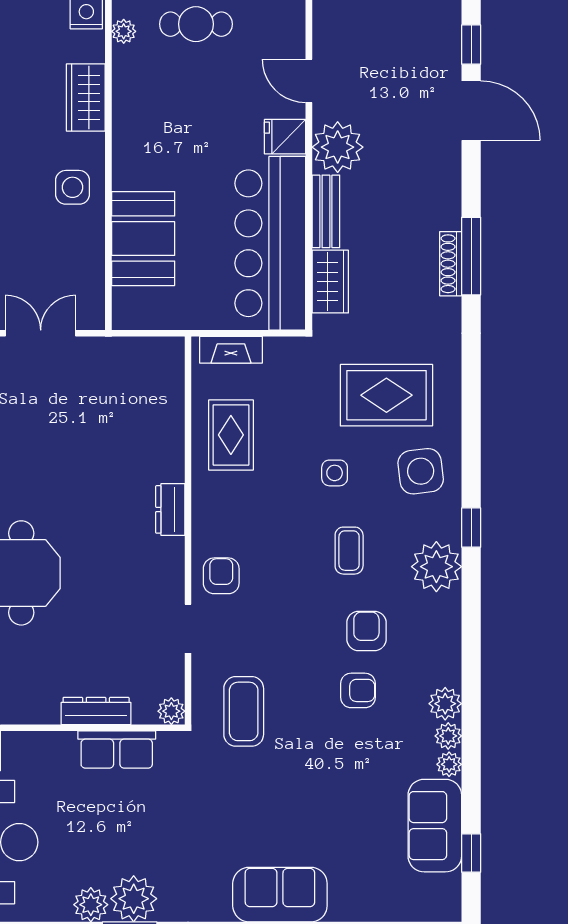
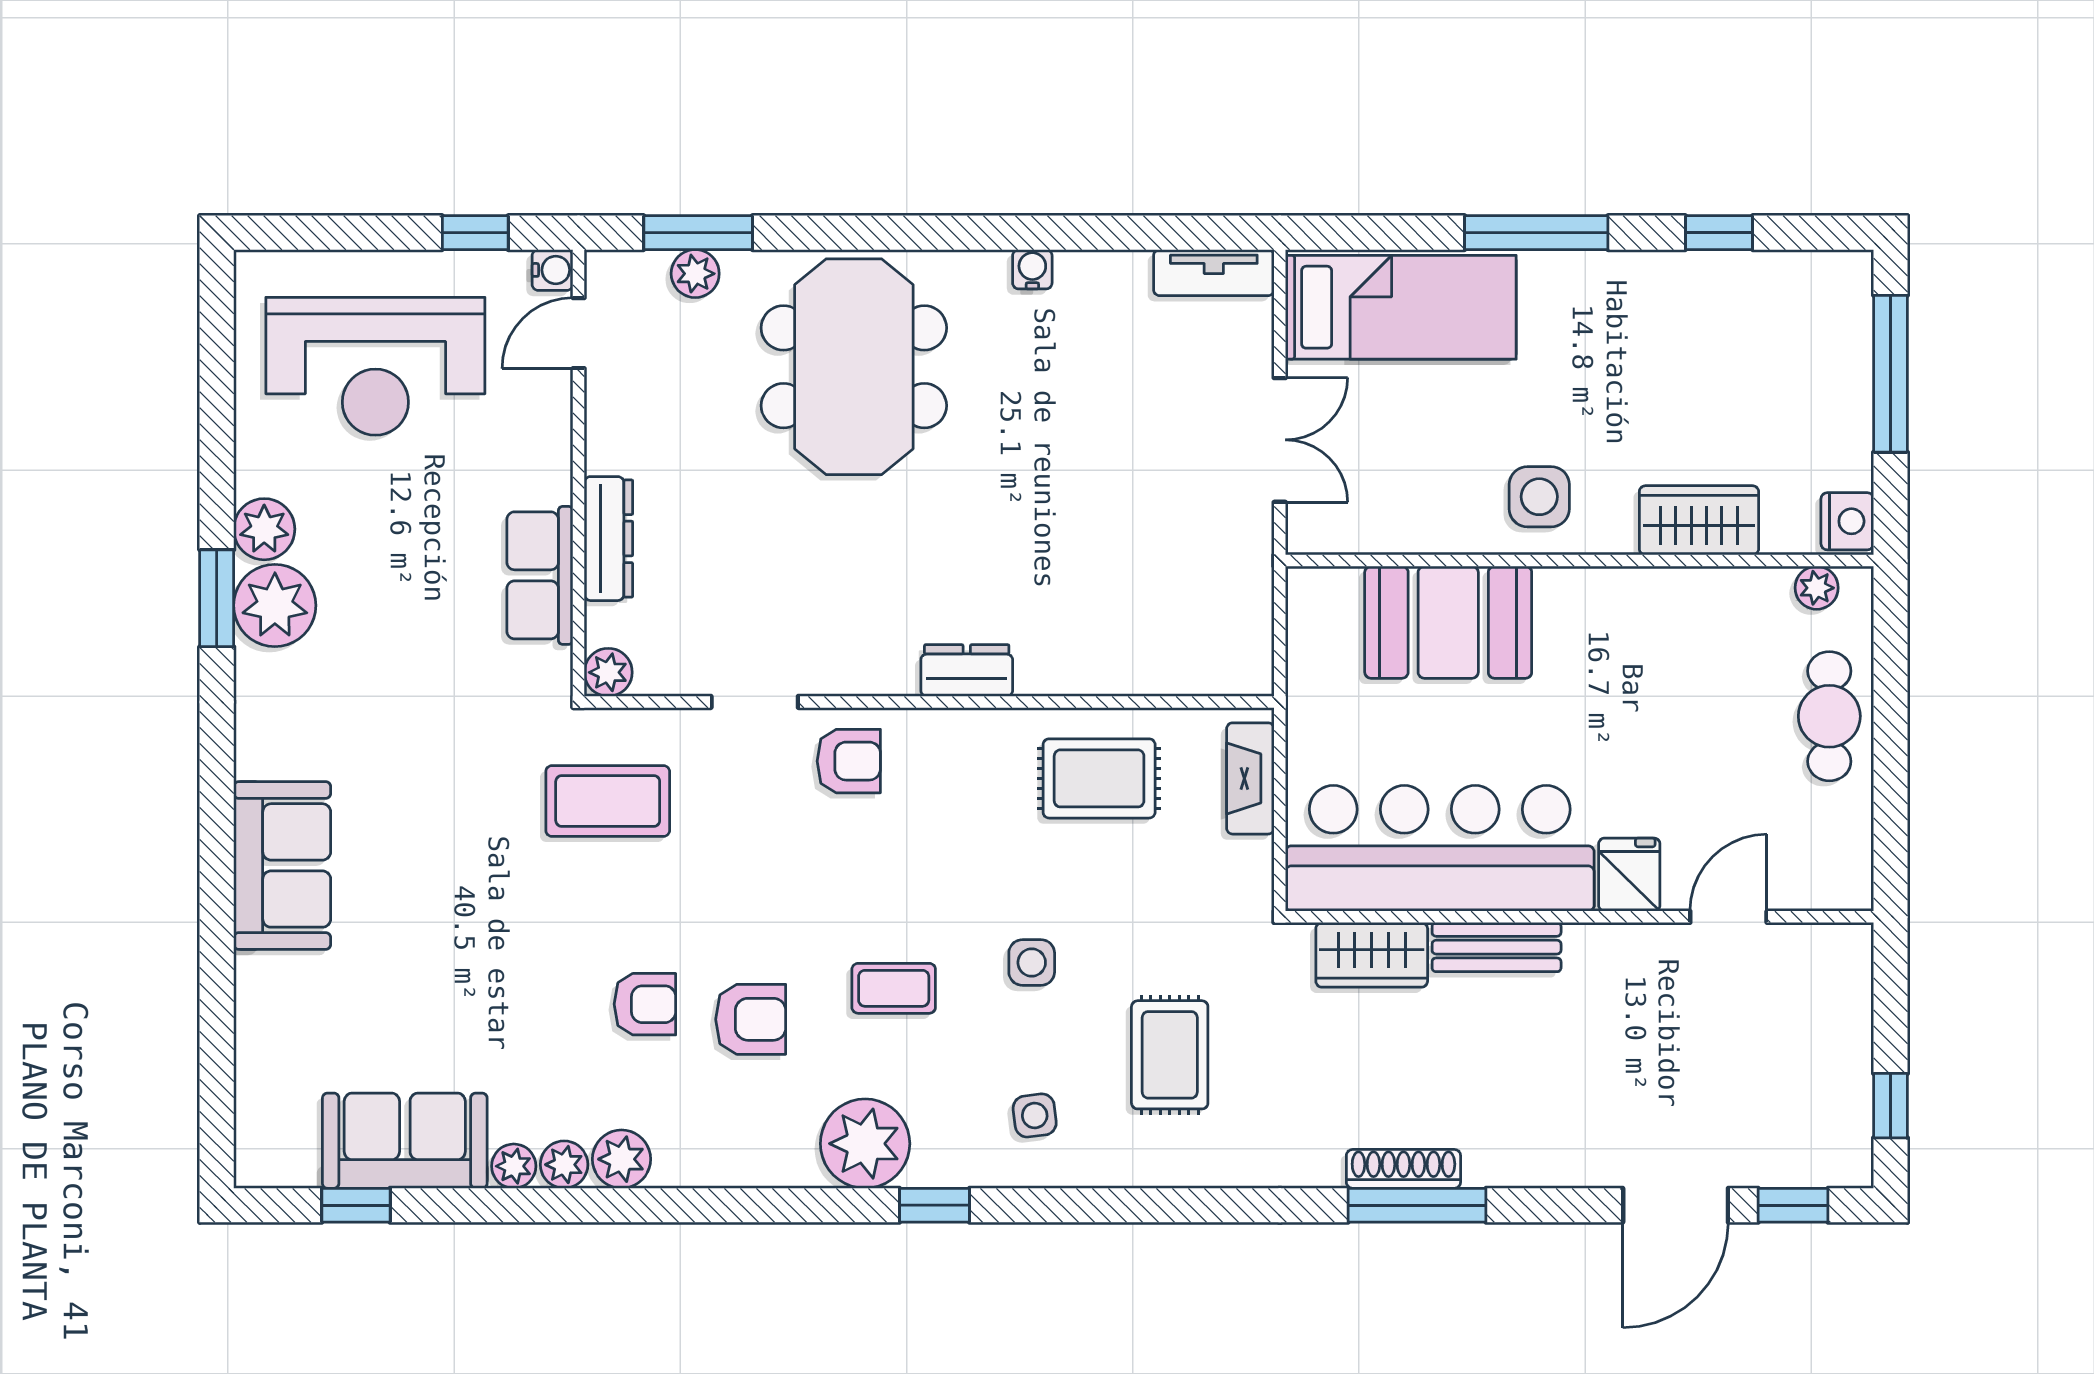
plant: (338, 147) -> (1611, 968), removed
rug: (386, 395) -> (1170, 1055), width x0.73, depth x0.70
side table: (421, 471) -> (1035, 1115), width x0.54, depth x0.54
armchair: (358, 690) -> (645, 1004), turned -90

